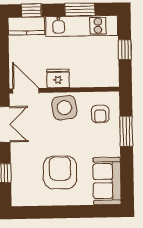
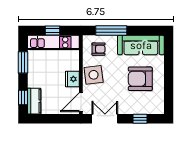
kitchen unit: (81, 26) -> (53, 42), moved, turned 90
window: (126, 131) -> (111, 31), width x1.44
sofa: (107, 181) -> (141, 45), width x1.36

